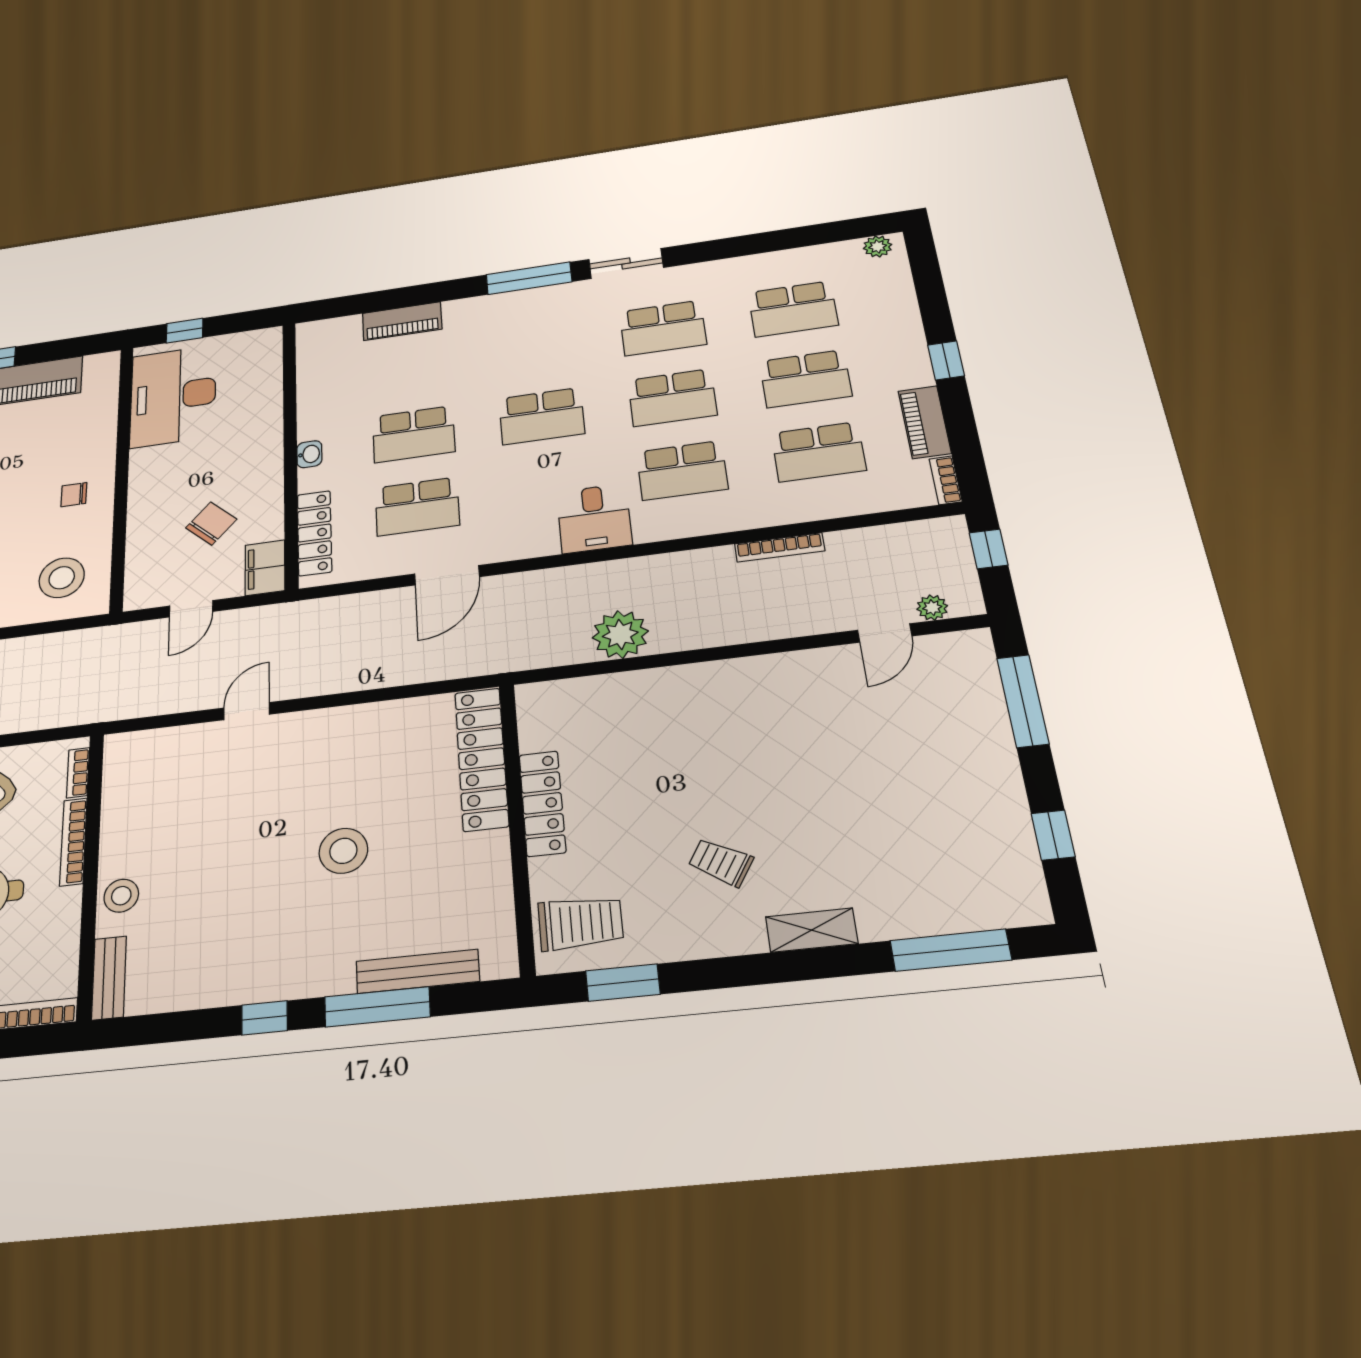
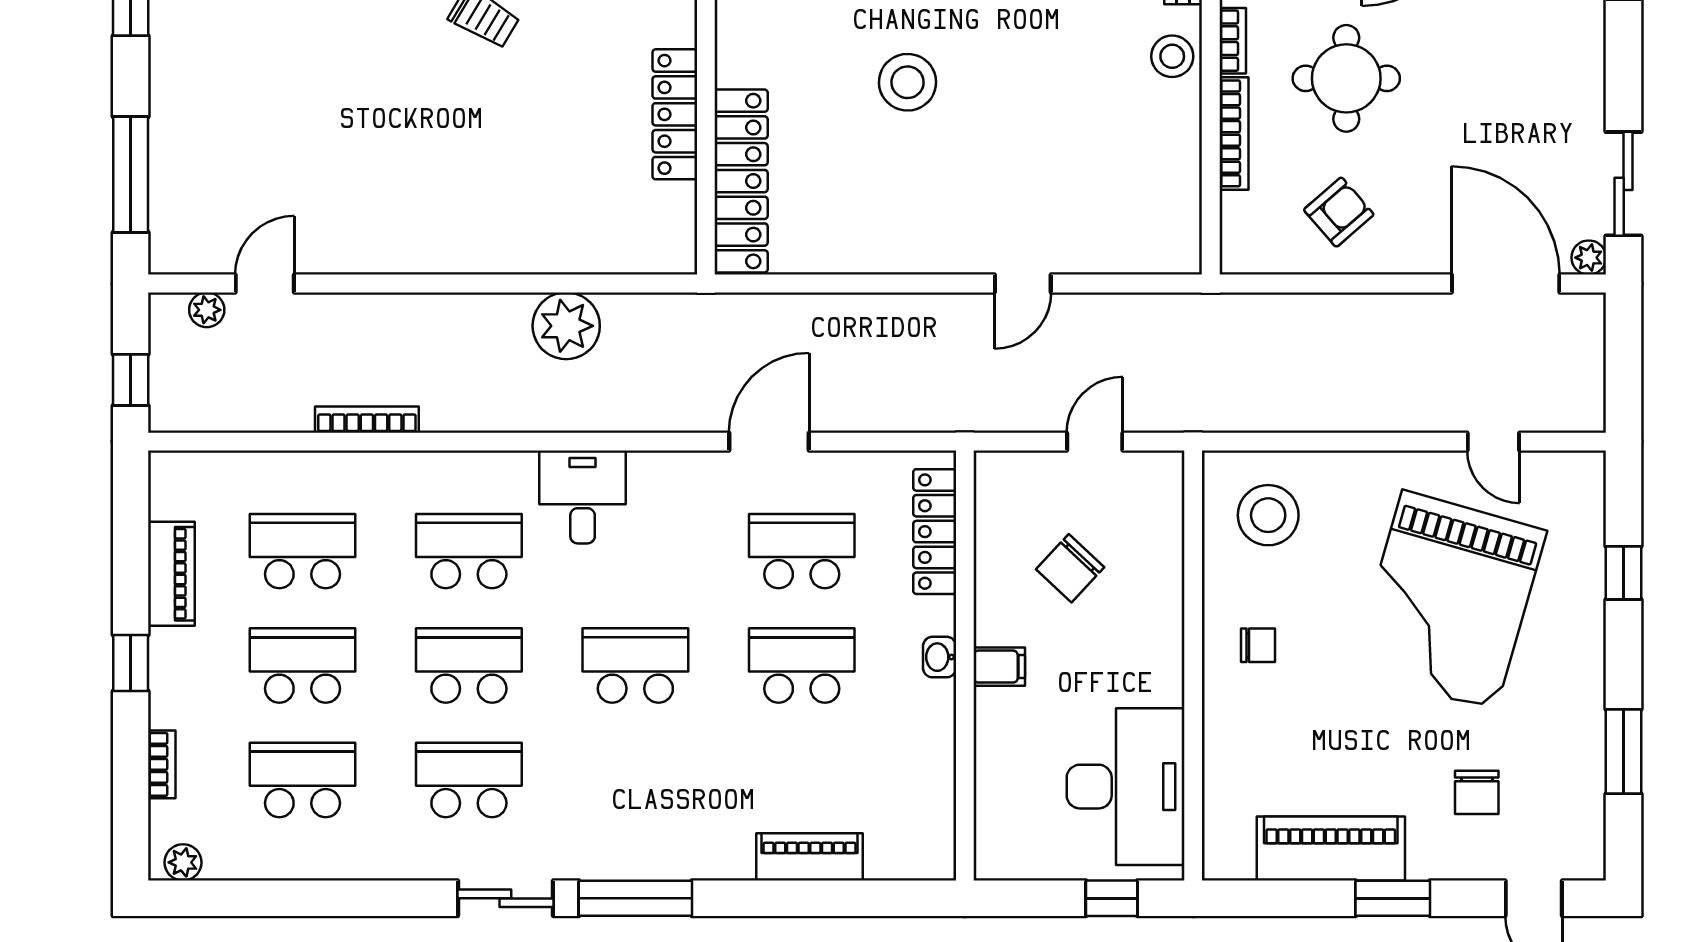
bookcase: (946, 480) -> (162, 764), moved
filing cabinet: (265, 568) -> (999, 667), moved, width x0.50
bookcase: (78, 773) -> (1233, 41), moved

